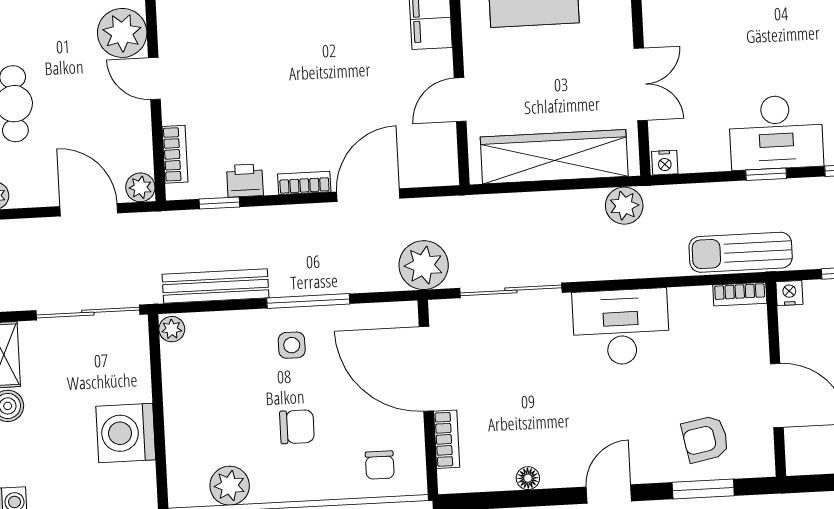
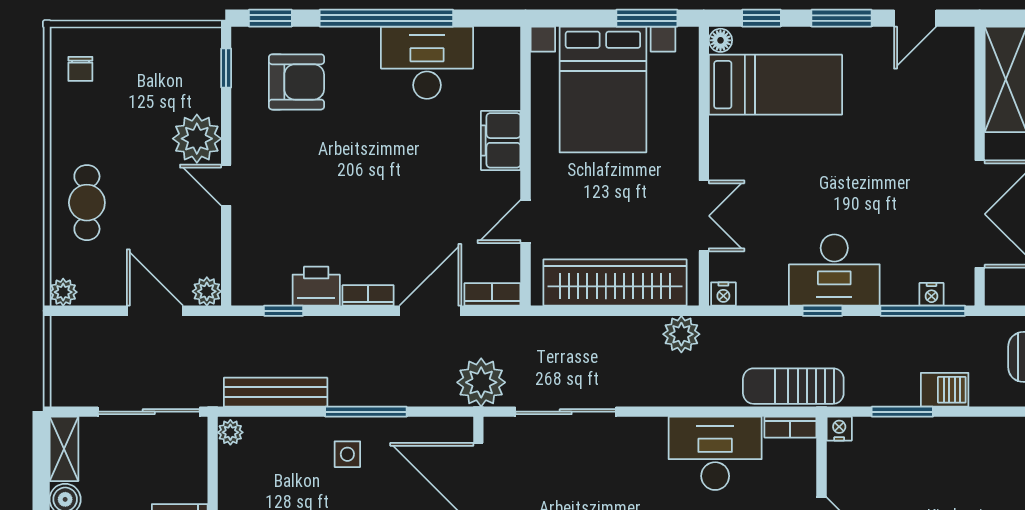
bookcase: (175, 154) -> (492, 294), moved, turned -90
printer: (245, 180) -> (316, 286), width x1.36, depth x1.24
desk: (621, 327) -> (715, 453), moved

